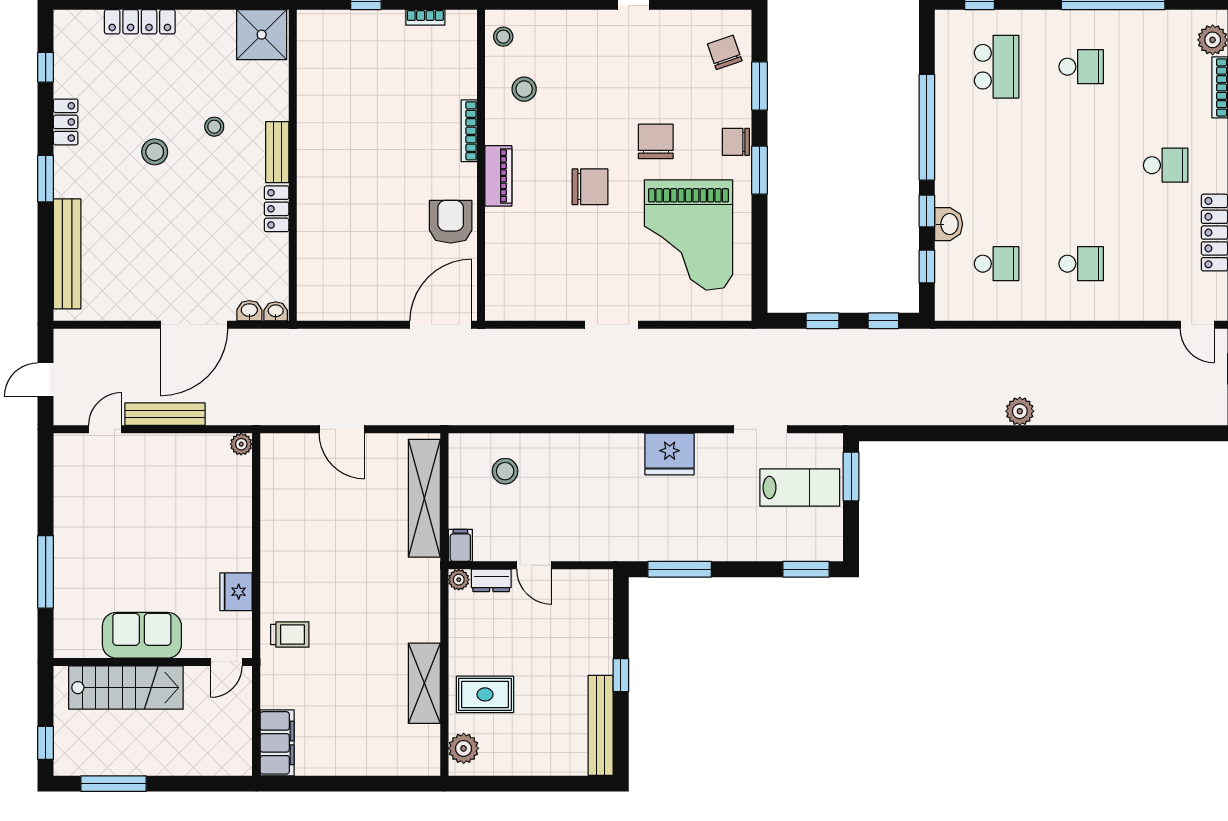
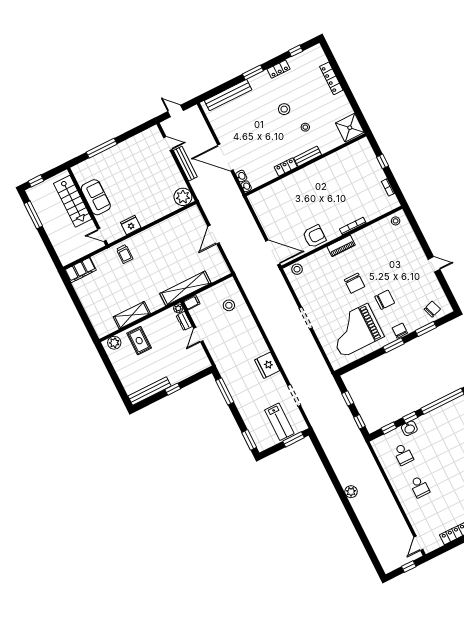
stool: (524, 89) -> (297, 269), moved
plant: (241, 444) -> (183, 197), width x1.87, depth x1.87
shelving: (424, 498) -> (185, 288), moved

